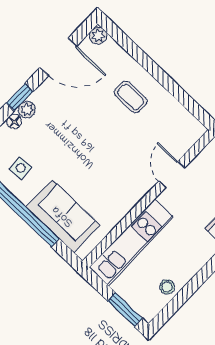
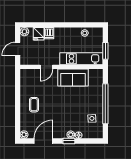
door: (58, 57) -> (43, 141), hinge flipped
sofa: (63, 216) -> (73, 78), moved, turned -90
window: (125, 310) -> (105, 51), moved

